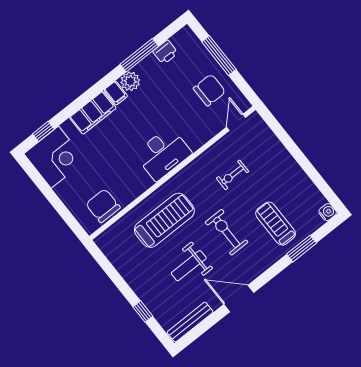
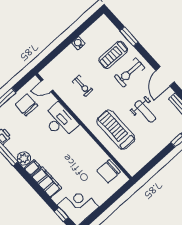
desk: (163, 154) -> (60, 121), moved
water cooler: (328, 212) -> (78, 43), moved
exercise bike: (227, 232) -> (130, 72), moved

